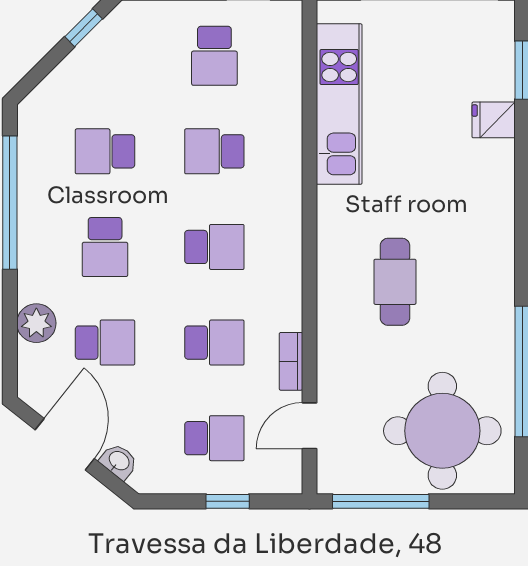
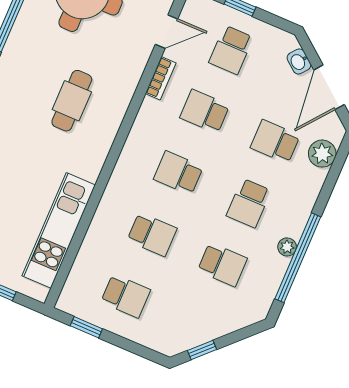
school desk: (214, 56) -> (126, 296), turned 90
plant: (30, 211) -> (287, 247), added
school desk: (105, 247) -> (249, 203), turned 180
plant: (36, 323) -> (322, 154), moved
school desk: (214, 438) -> (231, 50), turned -90

